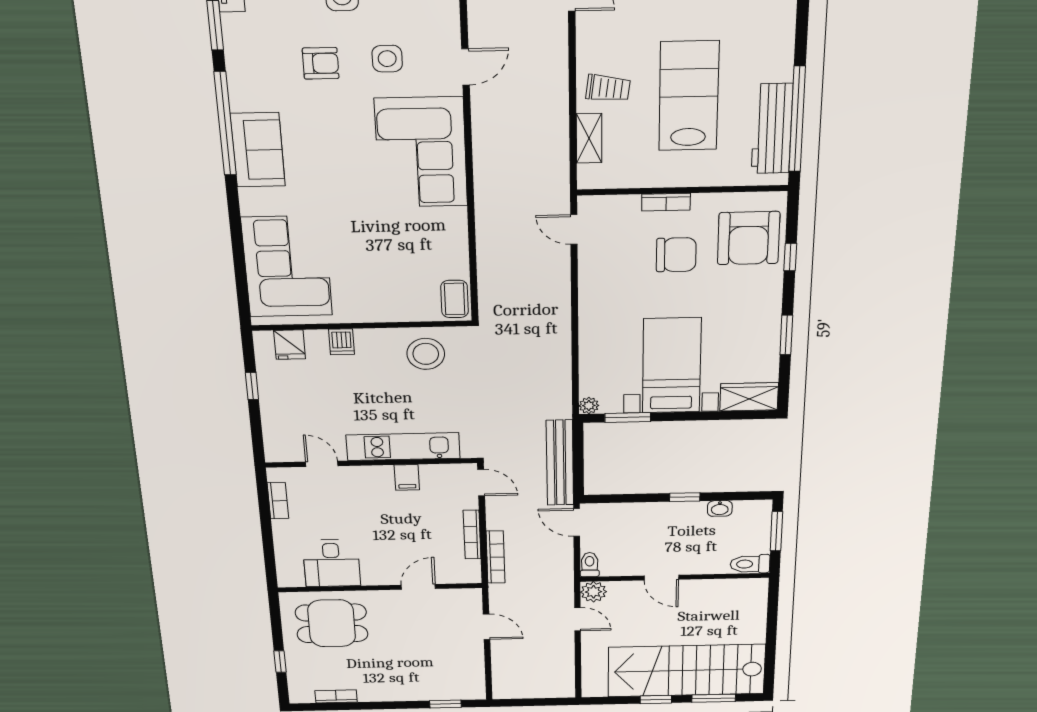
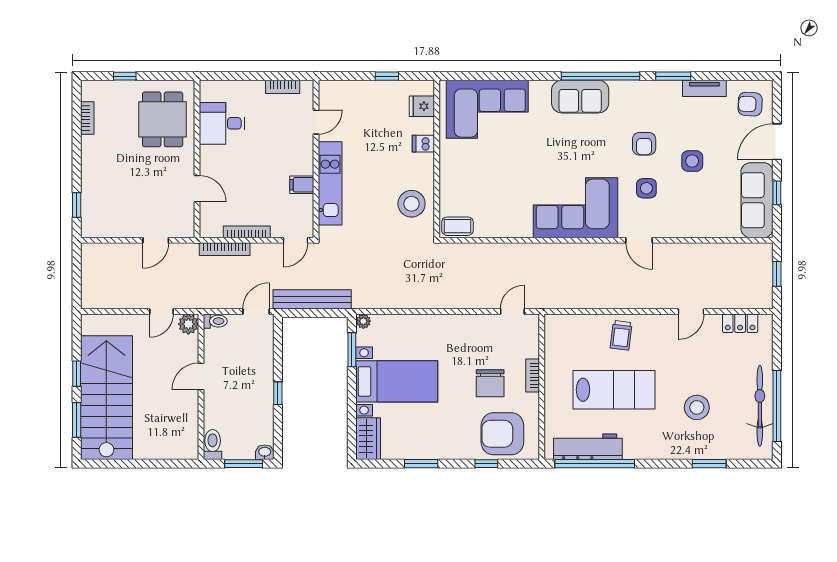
shelving: (589, 138) -> (584, 322), removed
washbasin: (720, 508) -> (265, 452), moved, turned 90

